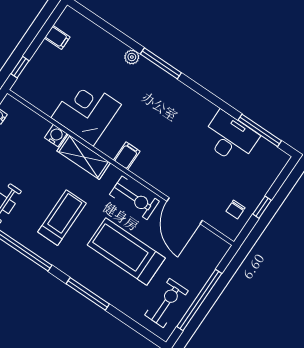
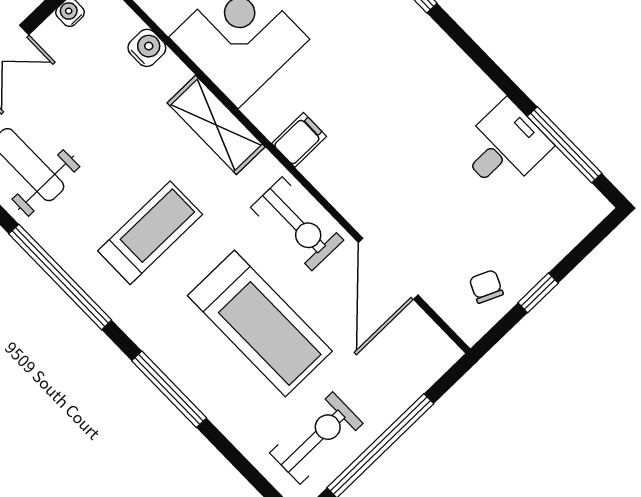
water cooler: (56, 136) -> (147, 48), moved
desk: (230, 138) -> (504, 147), width x0.73
chair: (236, 209) -> (486, 286), turned 114
treadmill: (126, 252) -> (260, 323), turned 180

